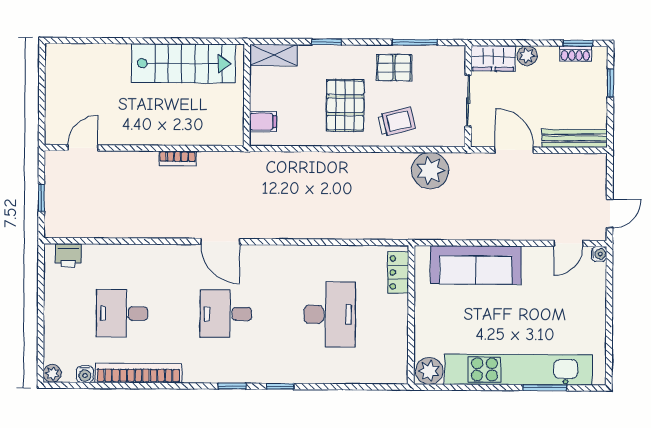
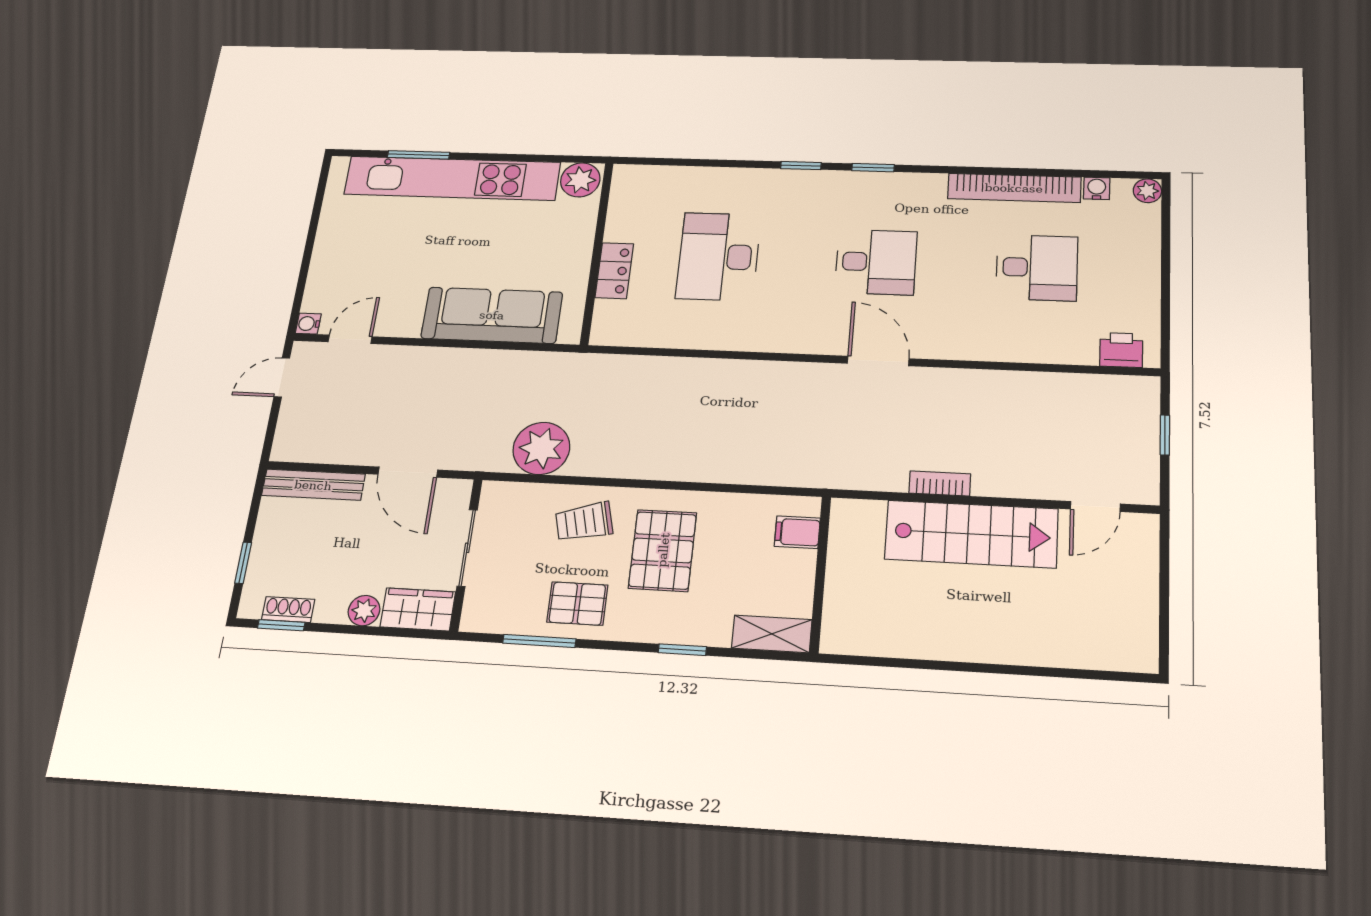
stairs: (183, 63) -> (971, 534), moved, turned 180
locker: (398, 272) -> (614, 271), moved

